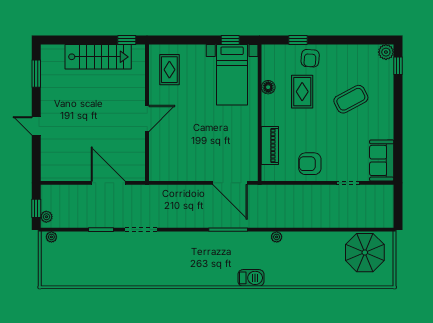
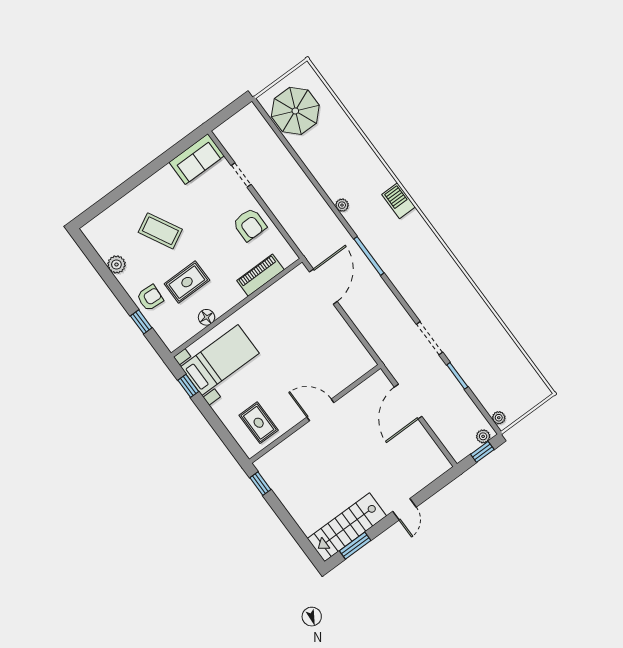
plant: (386, 52) -> (116, 264), moved
stairs: (98, 57) -> (347, 527), moved, turned -90
window: (398, 66) -> (96, 210), removed
rug: (169, 70) -> (259, 423), turned 90

